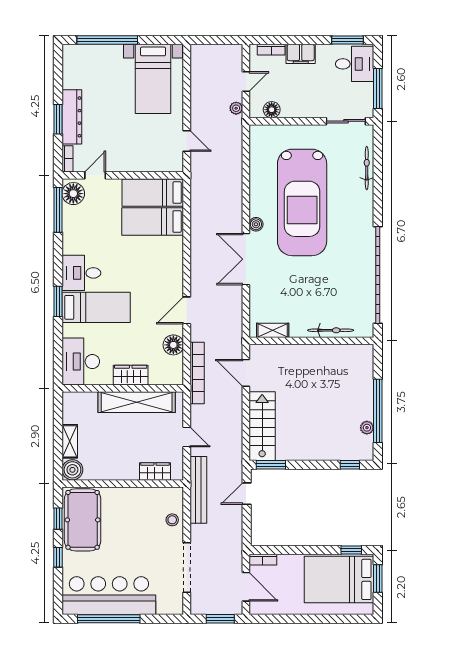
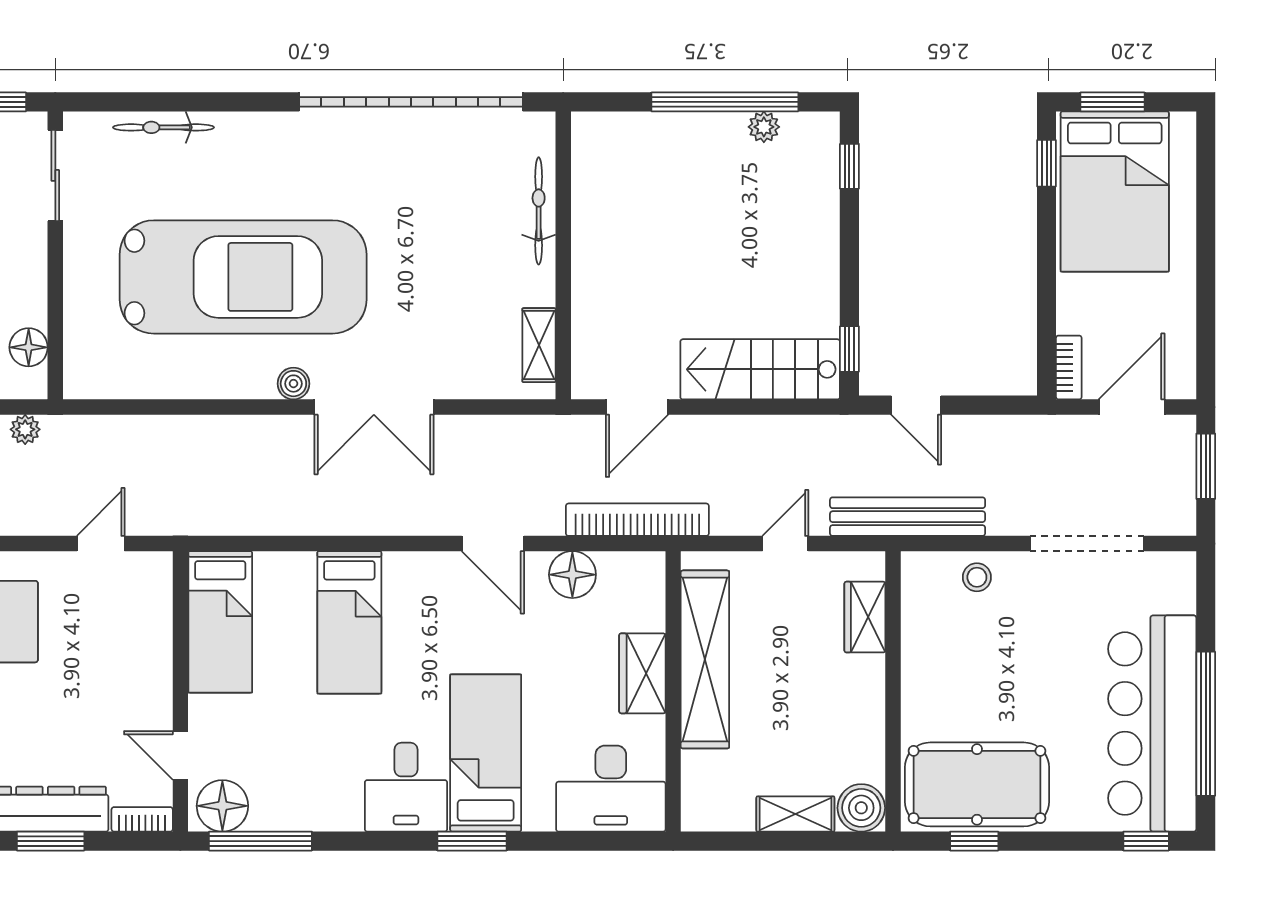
bed: (153, 222) -> (349, 622), moved
window: (271, 465) -> (849, 349), width x0.67
window: (58, 557) -> (1146, 841), moved

